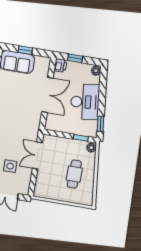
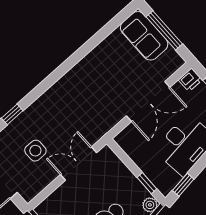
window: (25, 50) -> (164, 30), width x2.17

